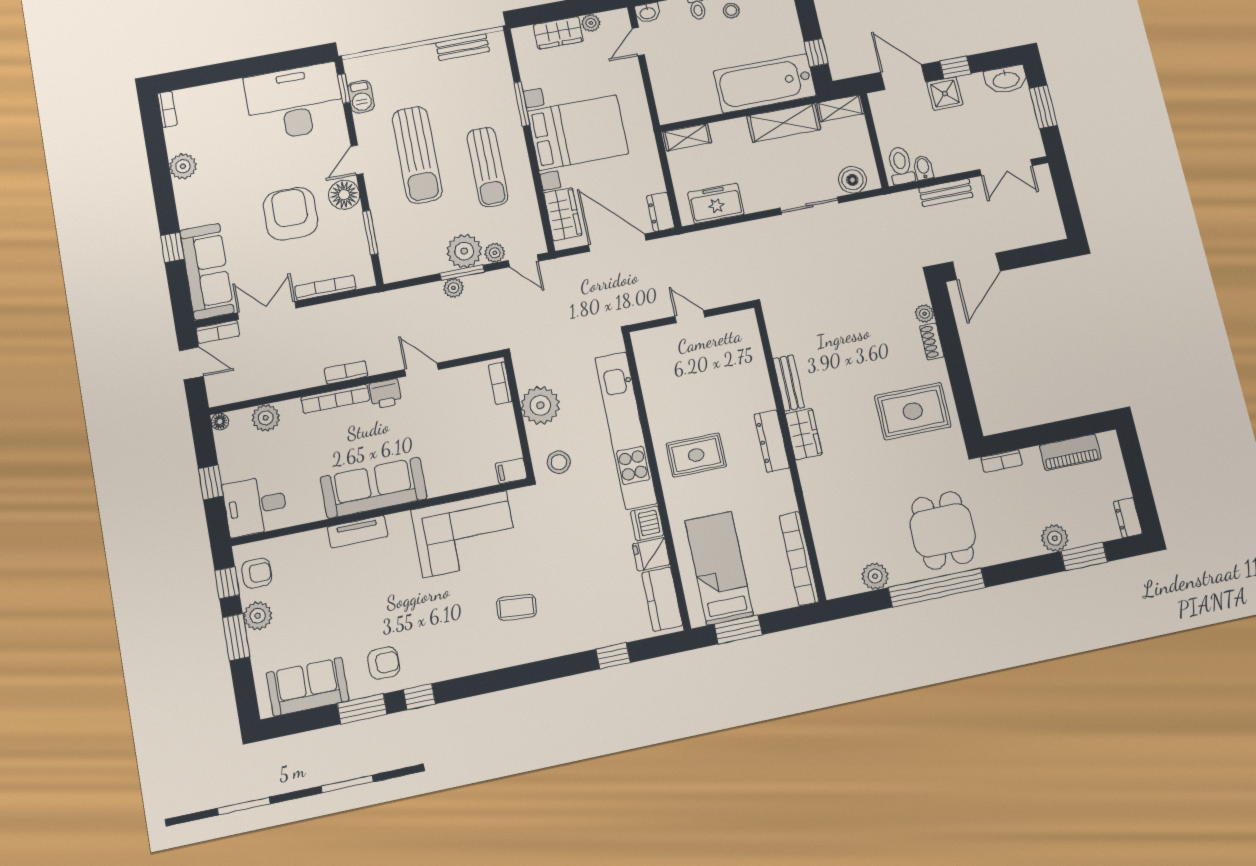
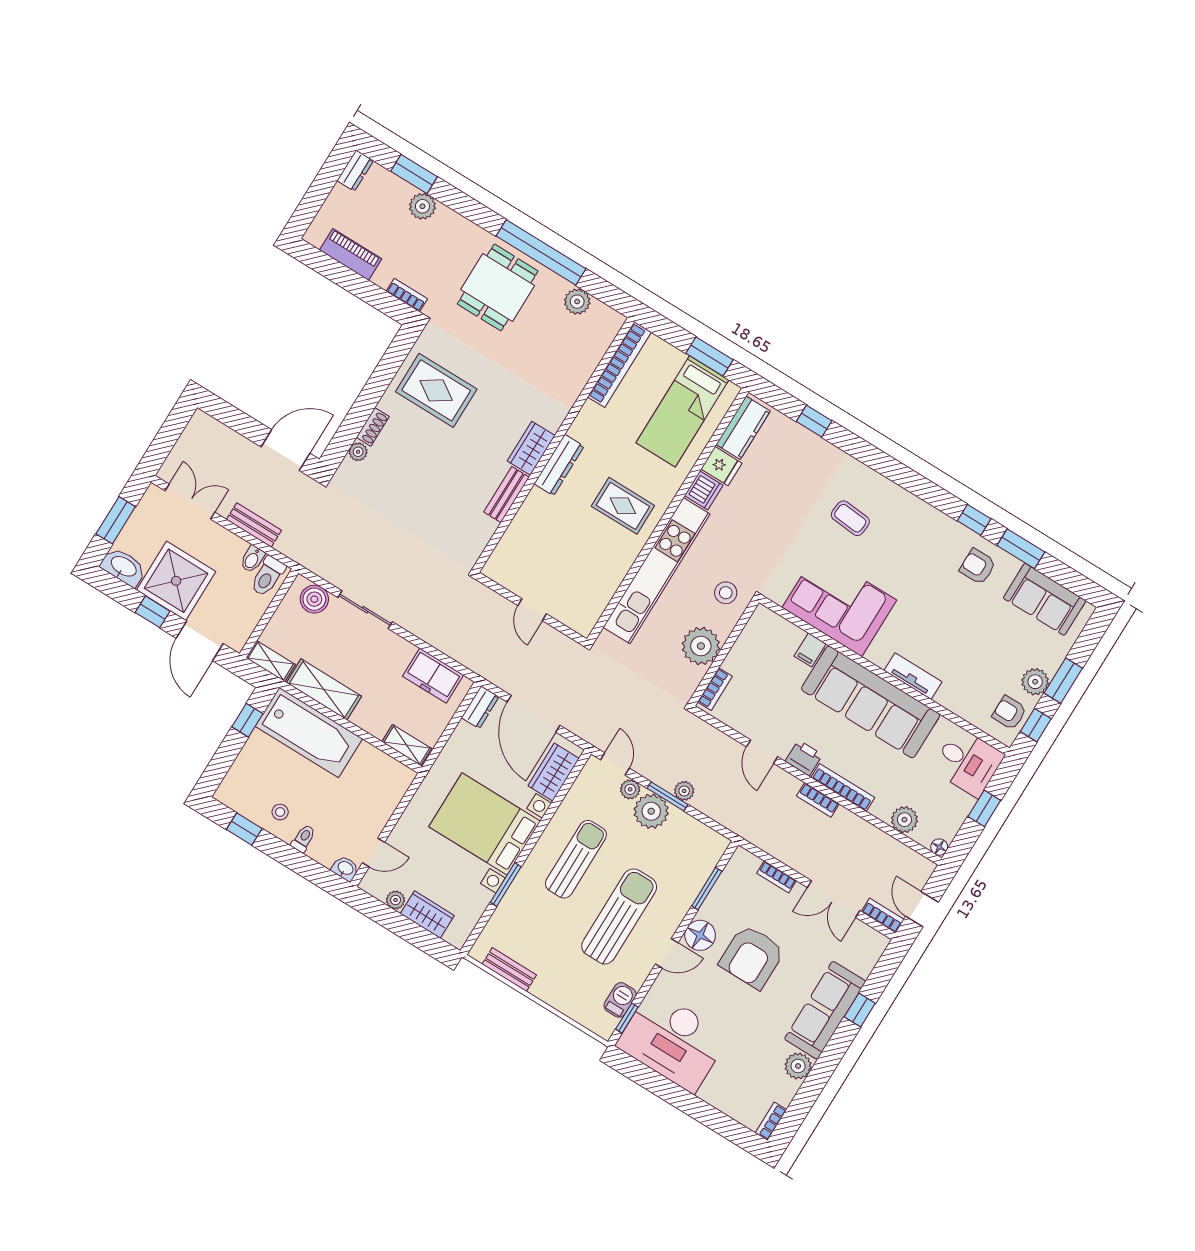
shower: (945, 94) -> (176, 581), width x1.86, depth x1.86
sofa: (207, 272) -> (825, 1010), moved
bookcase: (325, 288) -> (777, 877), width x0.64
filing cabinet: (511, 471) -> (810, 650), moved, turned 90
sofa: (374, 488) -> (871, 702), width x1.36, depth x1.27

